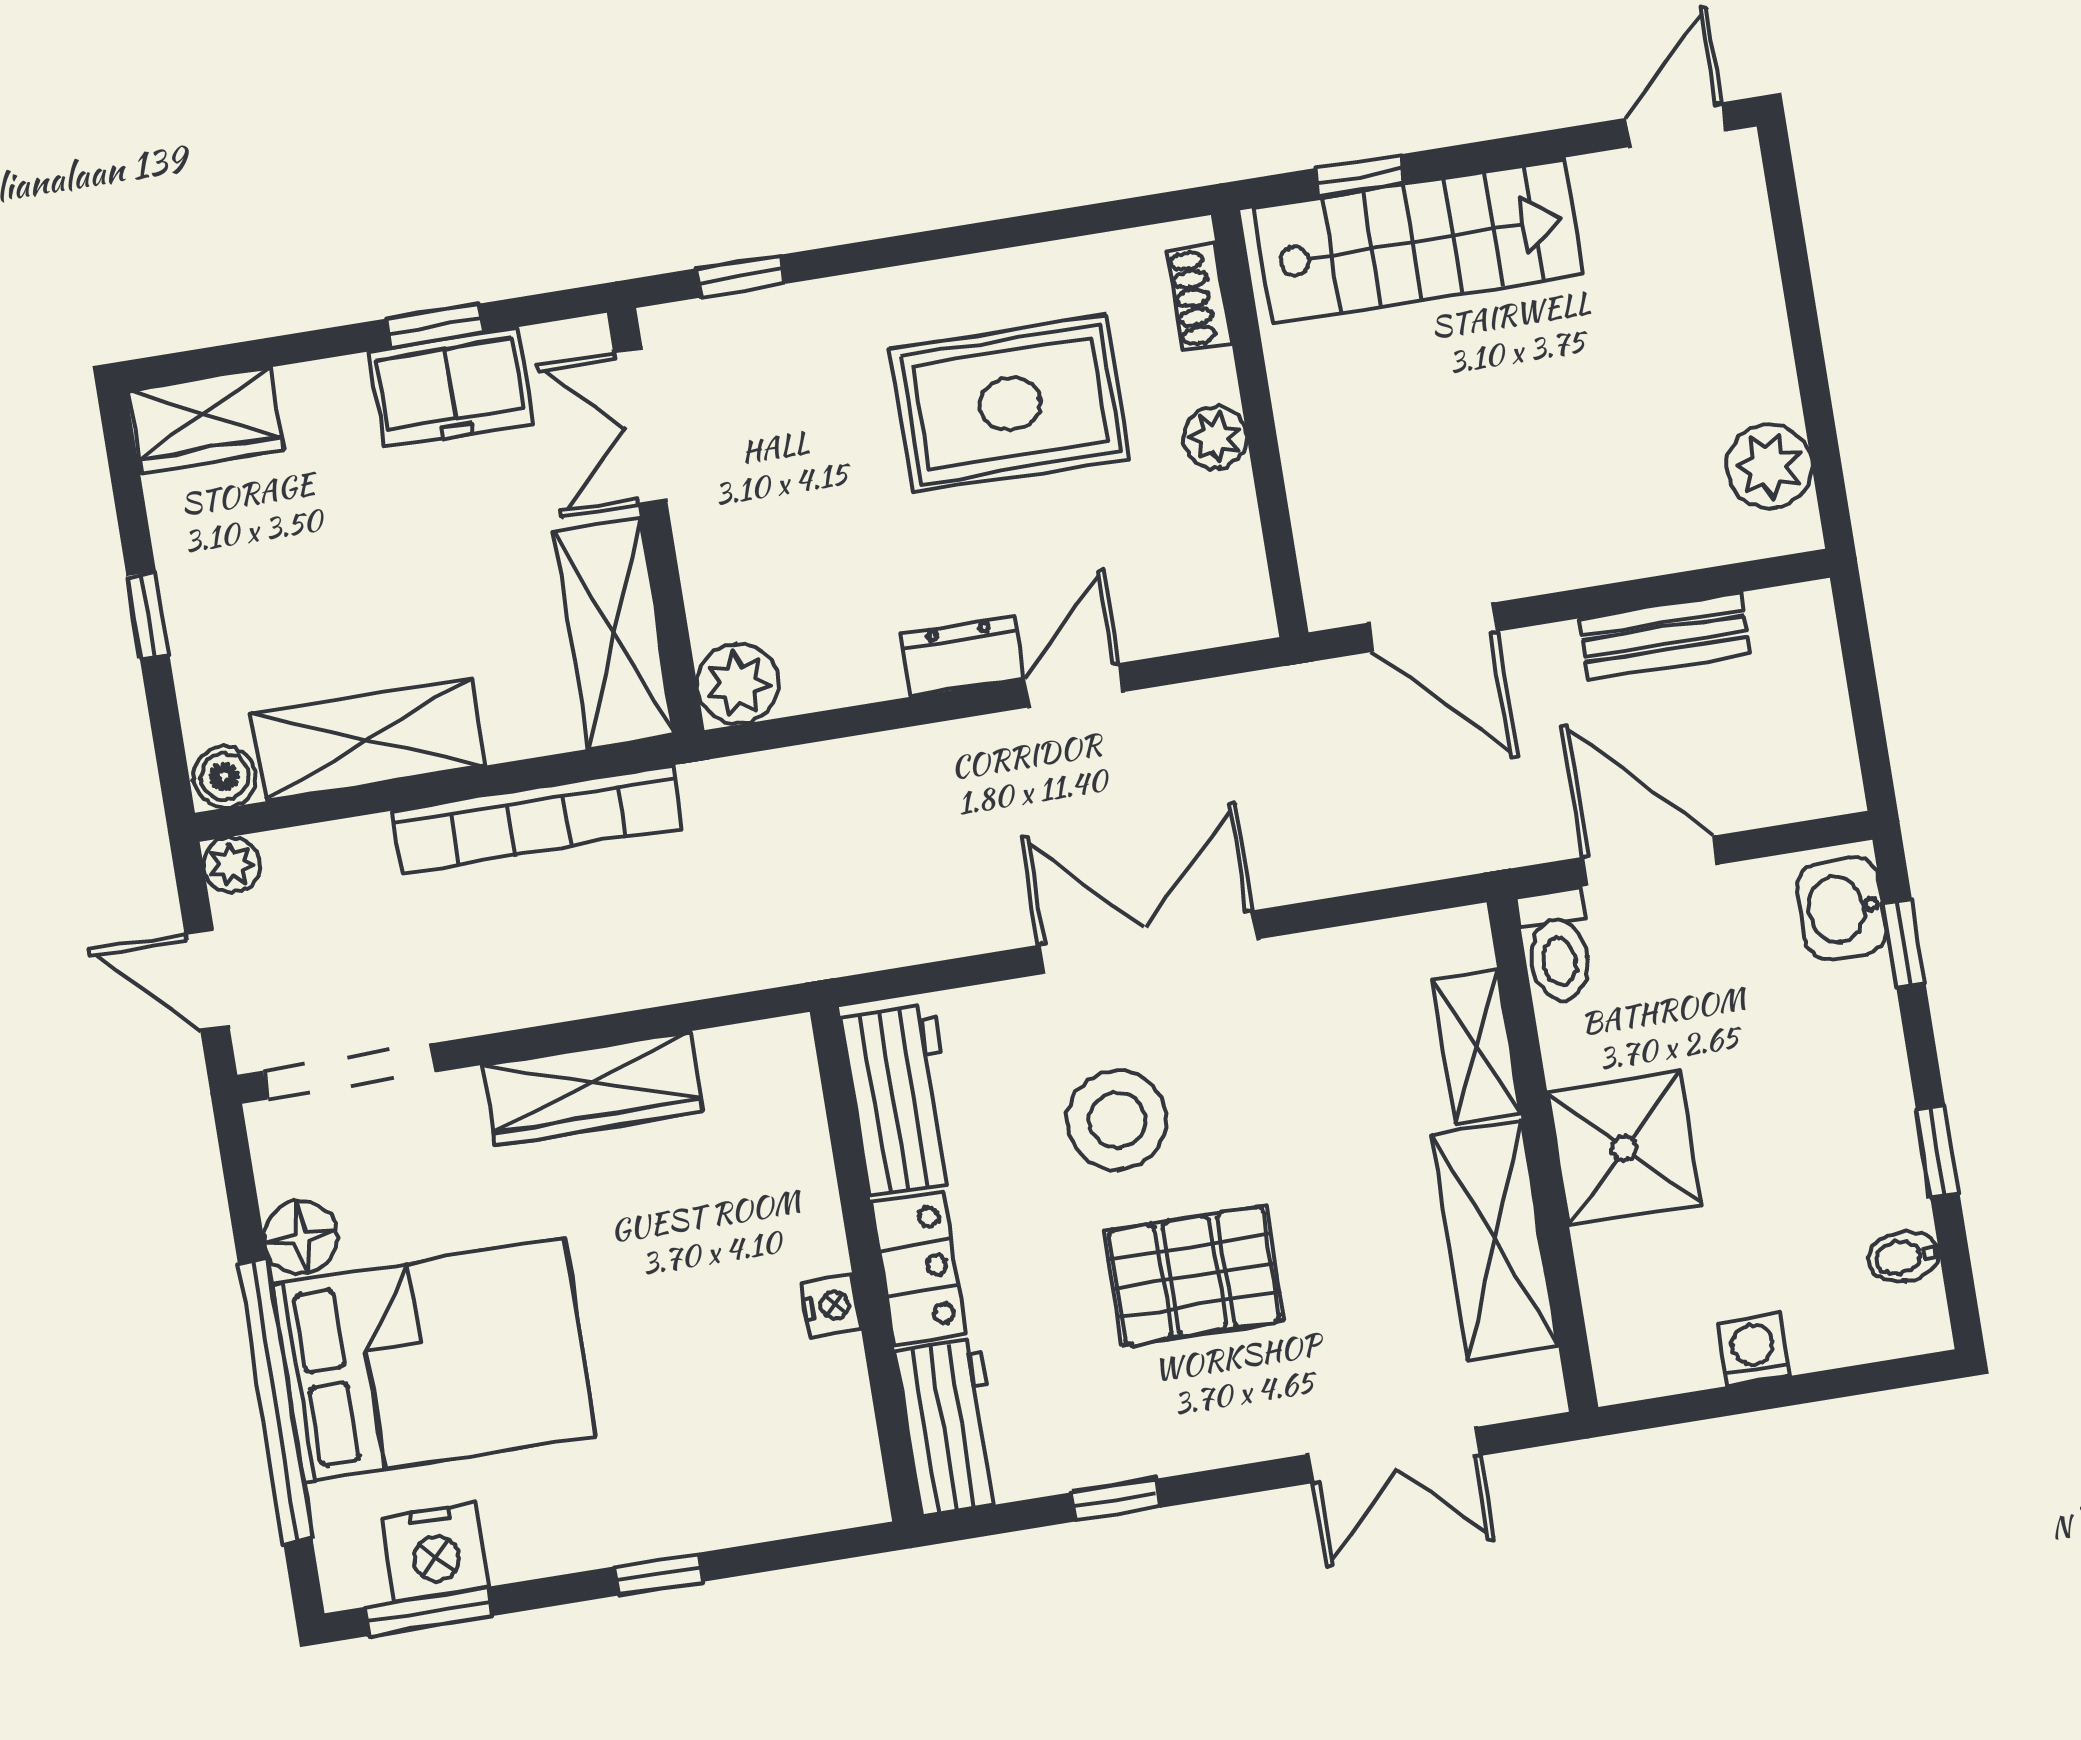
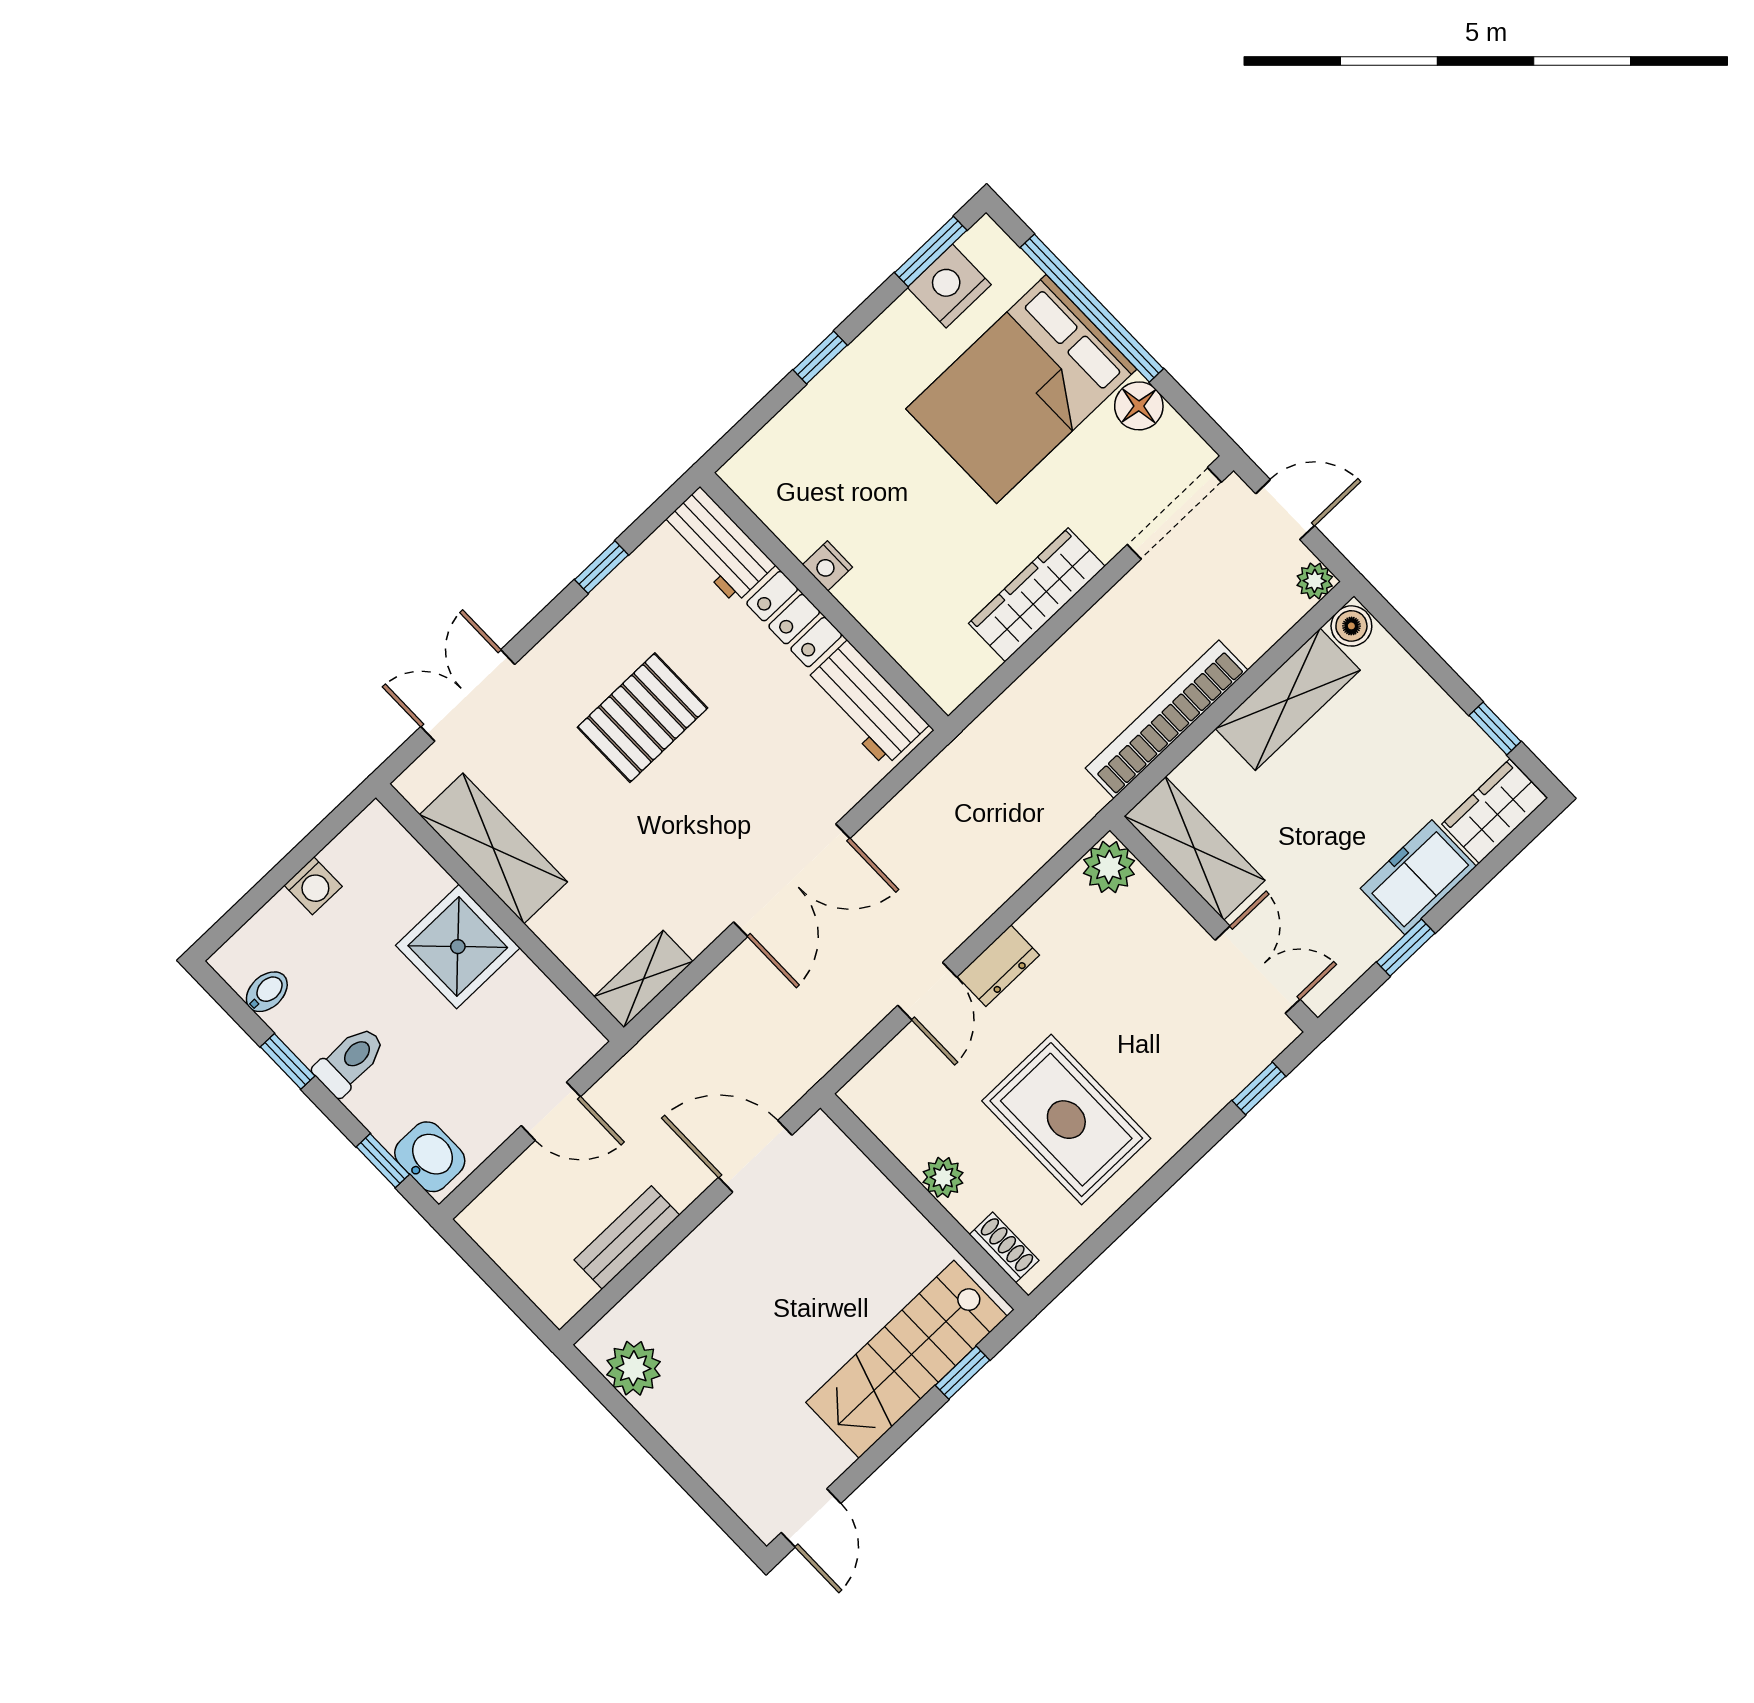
freezer: (451, 388) -> (1418, 877), moved
rug: (1010, 404) -> (1066, 1120), turned 90
window: (148, 615) -> (1495, 728), moved
door: (1650, 861) -> (551, 1111), width x0.73
toilet: (1557, 946) -> (350, 1061), moved, turned 90
shelving: (1477, 1047) -> (643, 979), moved, turned 90
stool: (1117, 1120) -> (742, 773), removed

